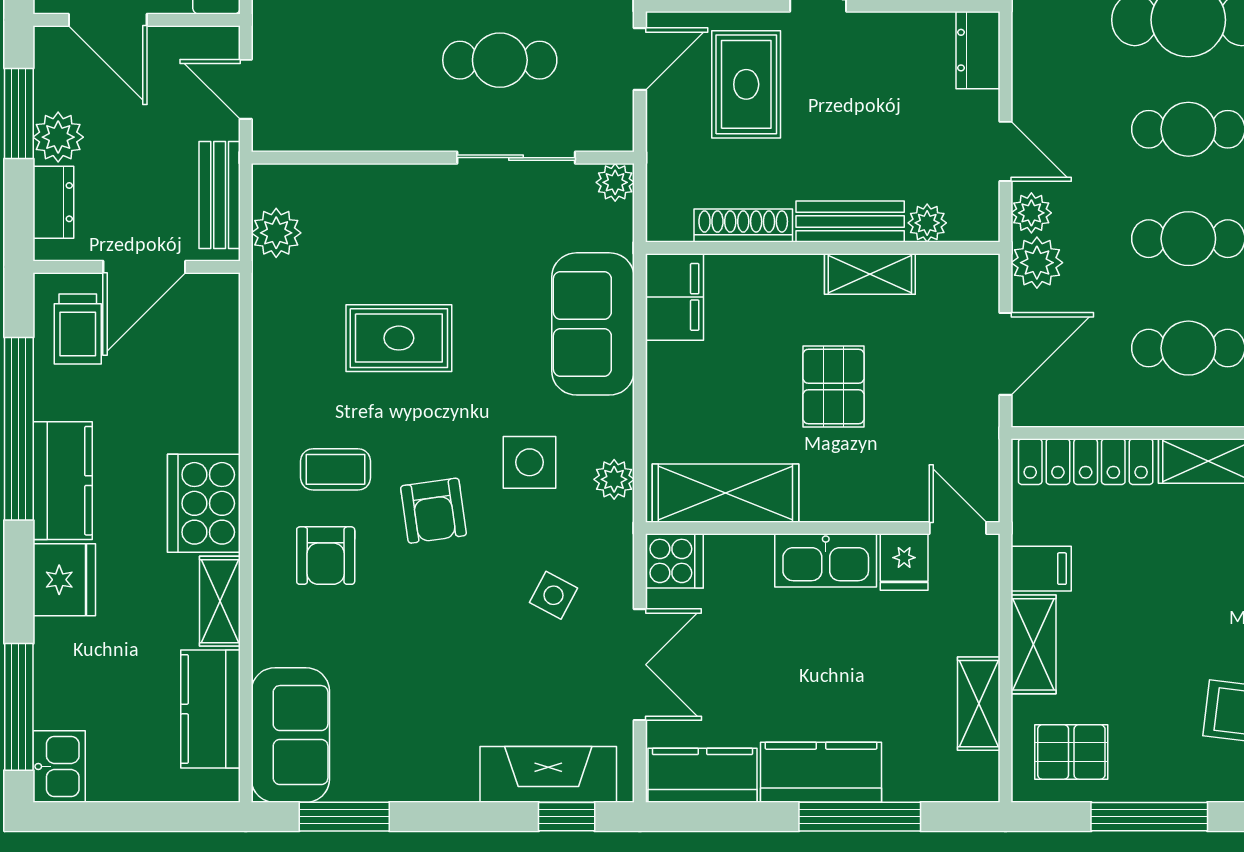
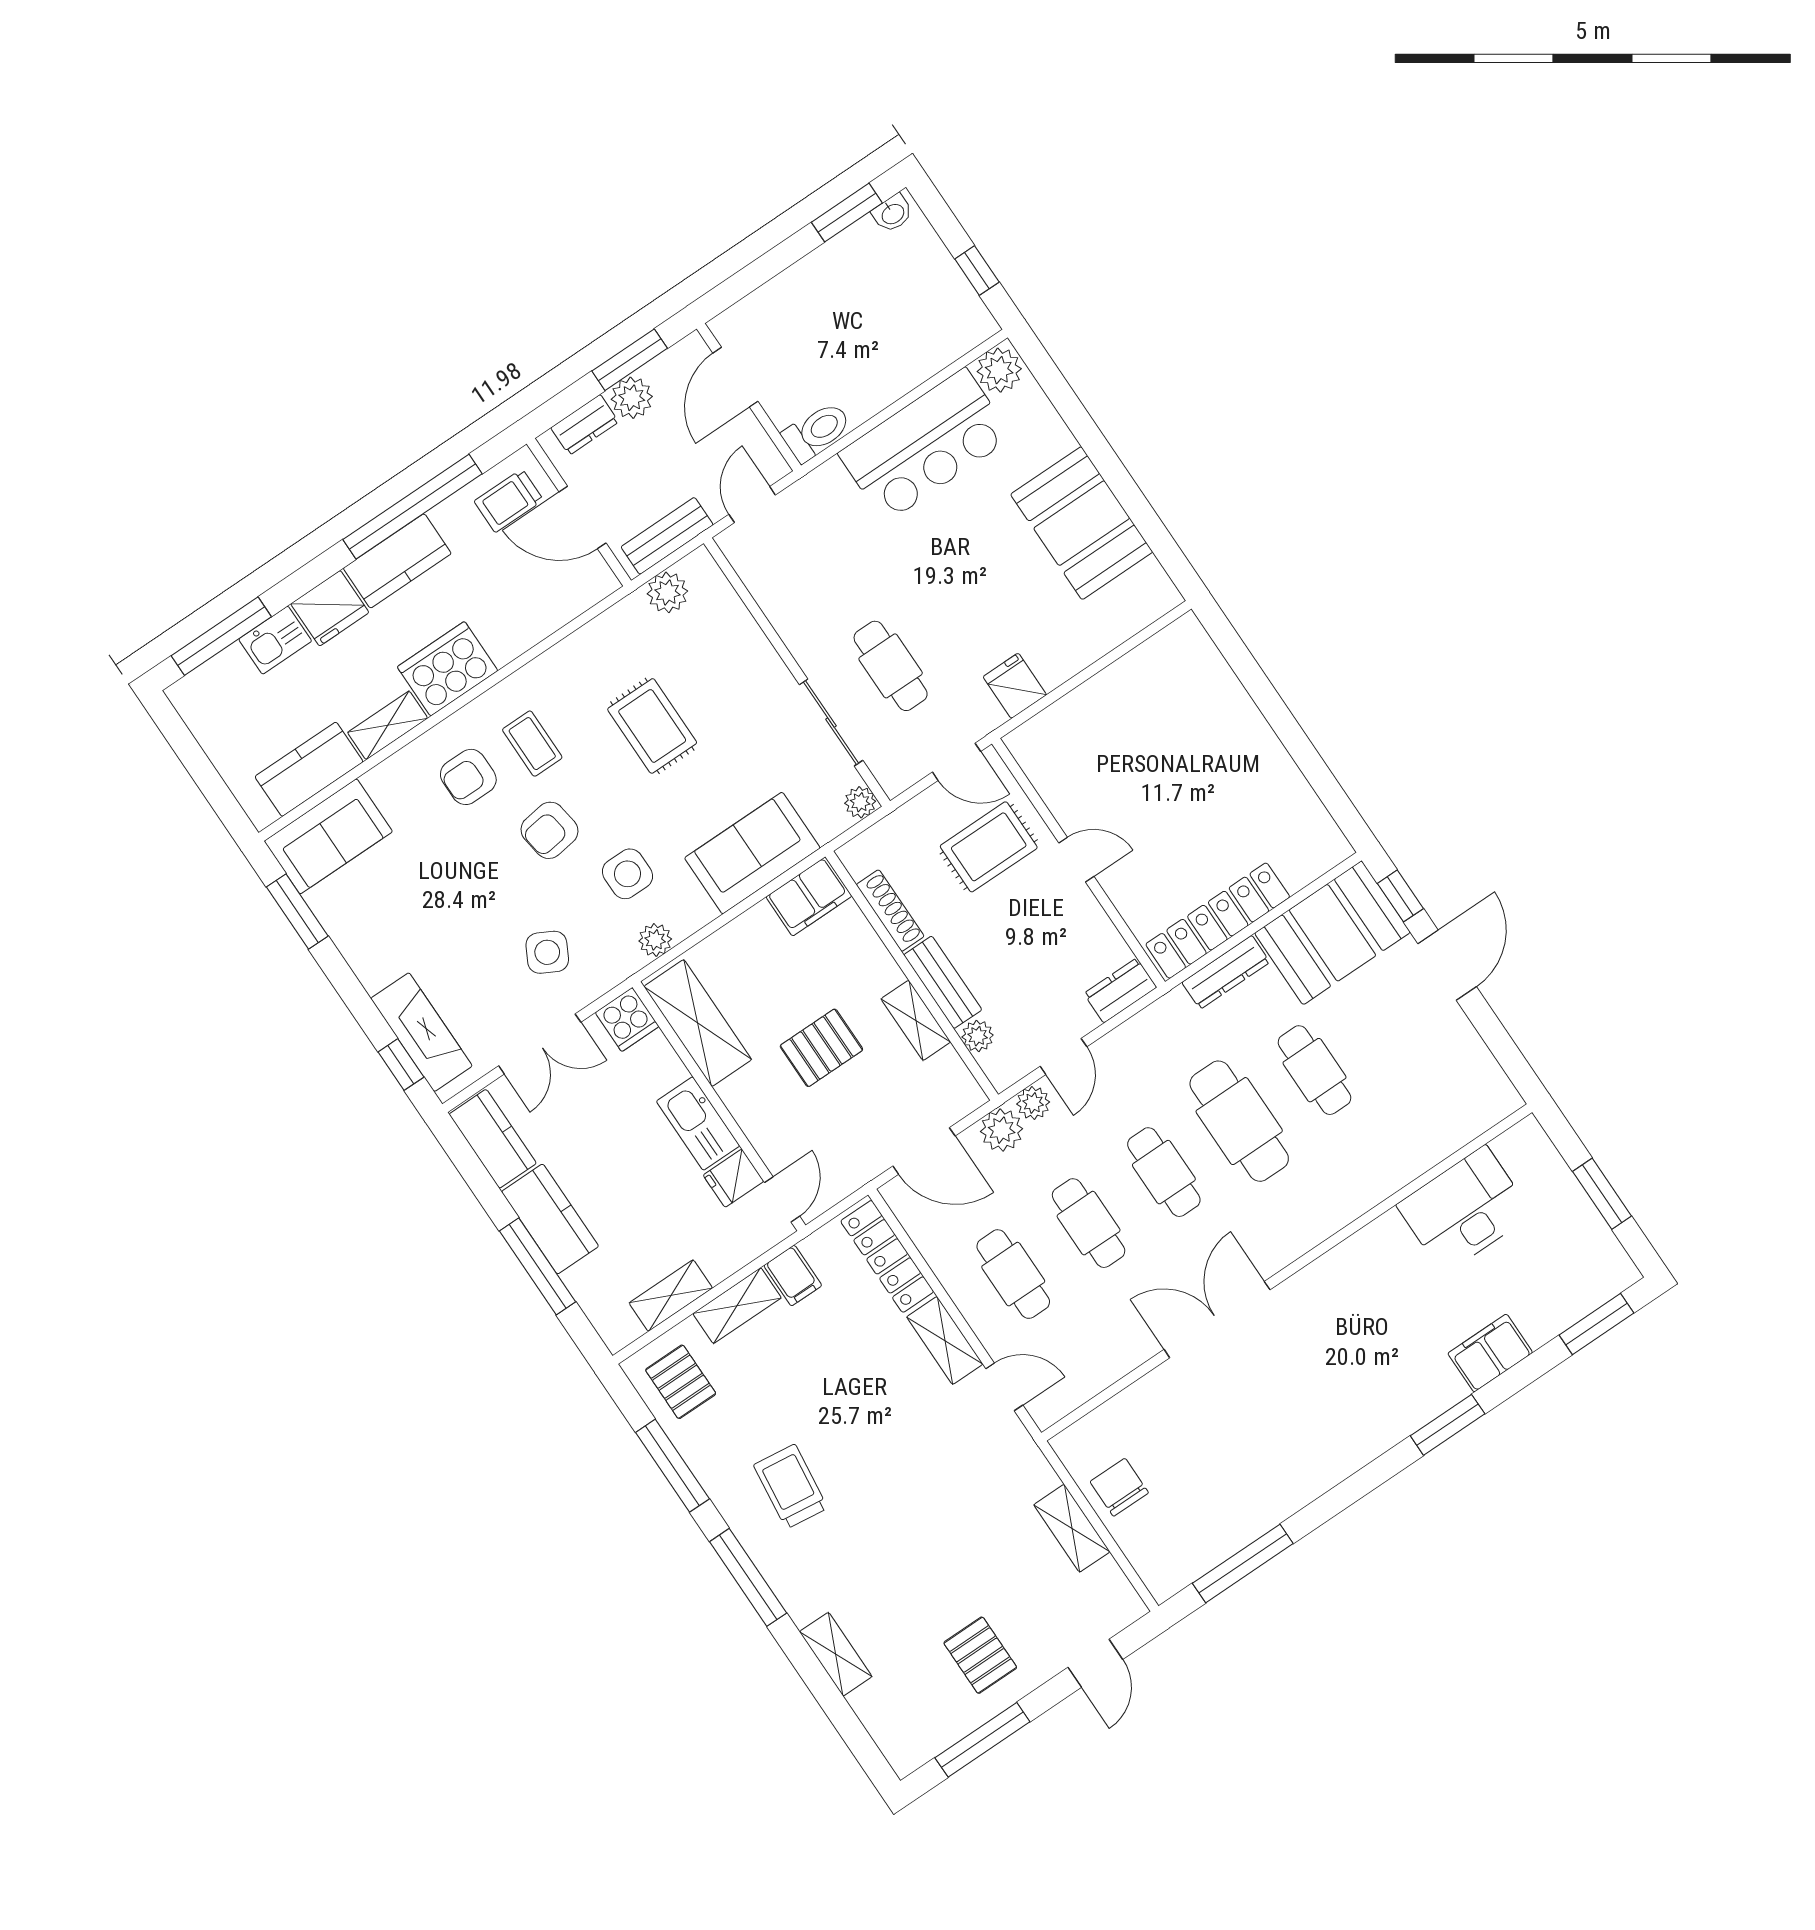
side table: (554, 595) -> (547, 952), width x1.37, depth x1.37
kitchen sink: (59, 766) -> (275, 640), moved

